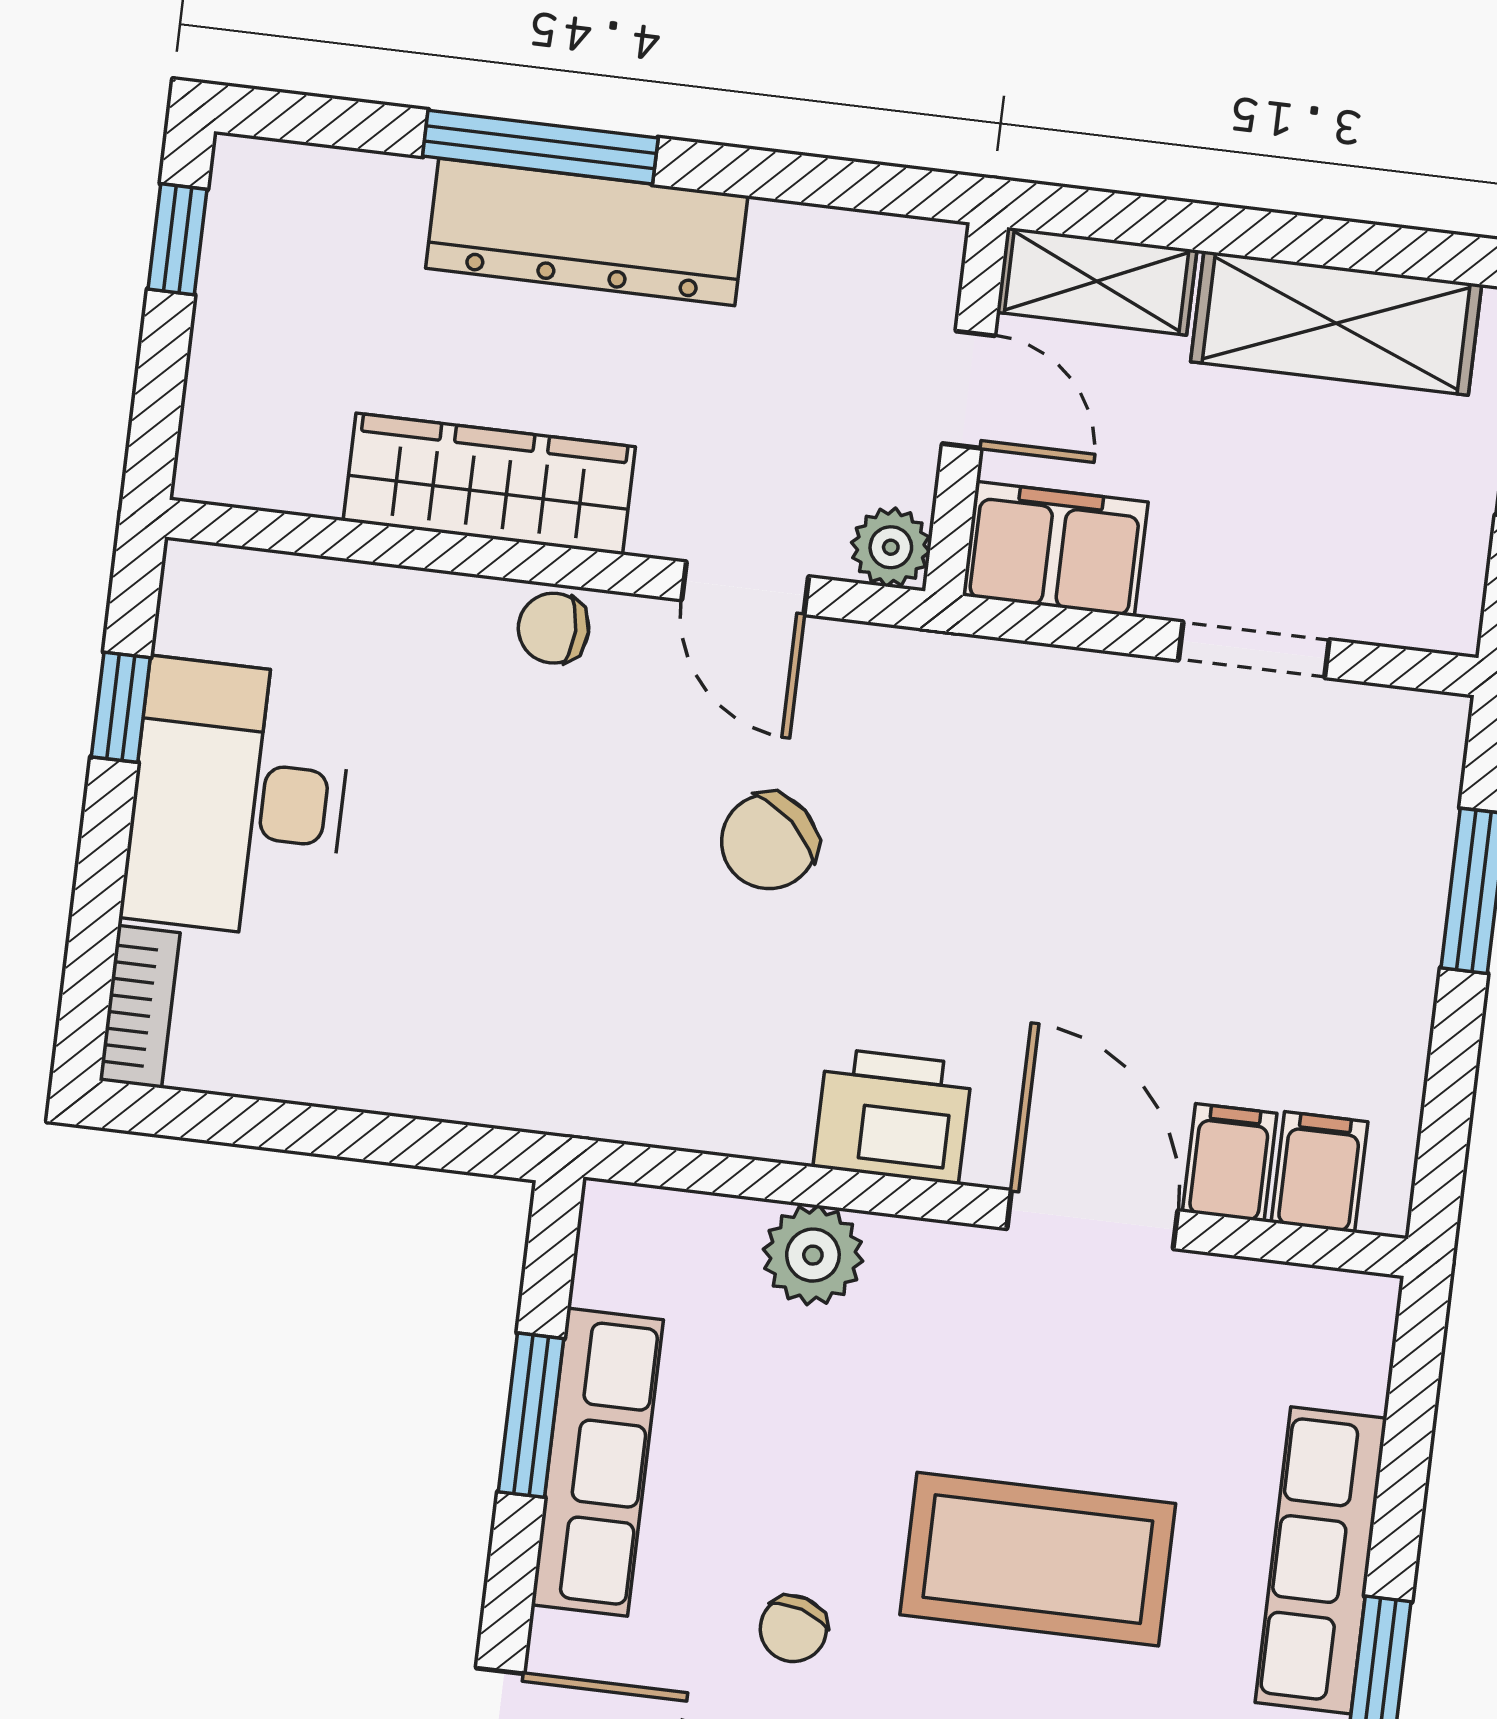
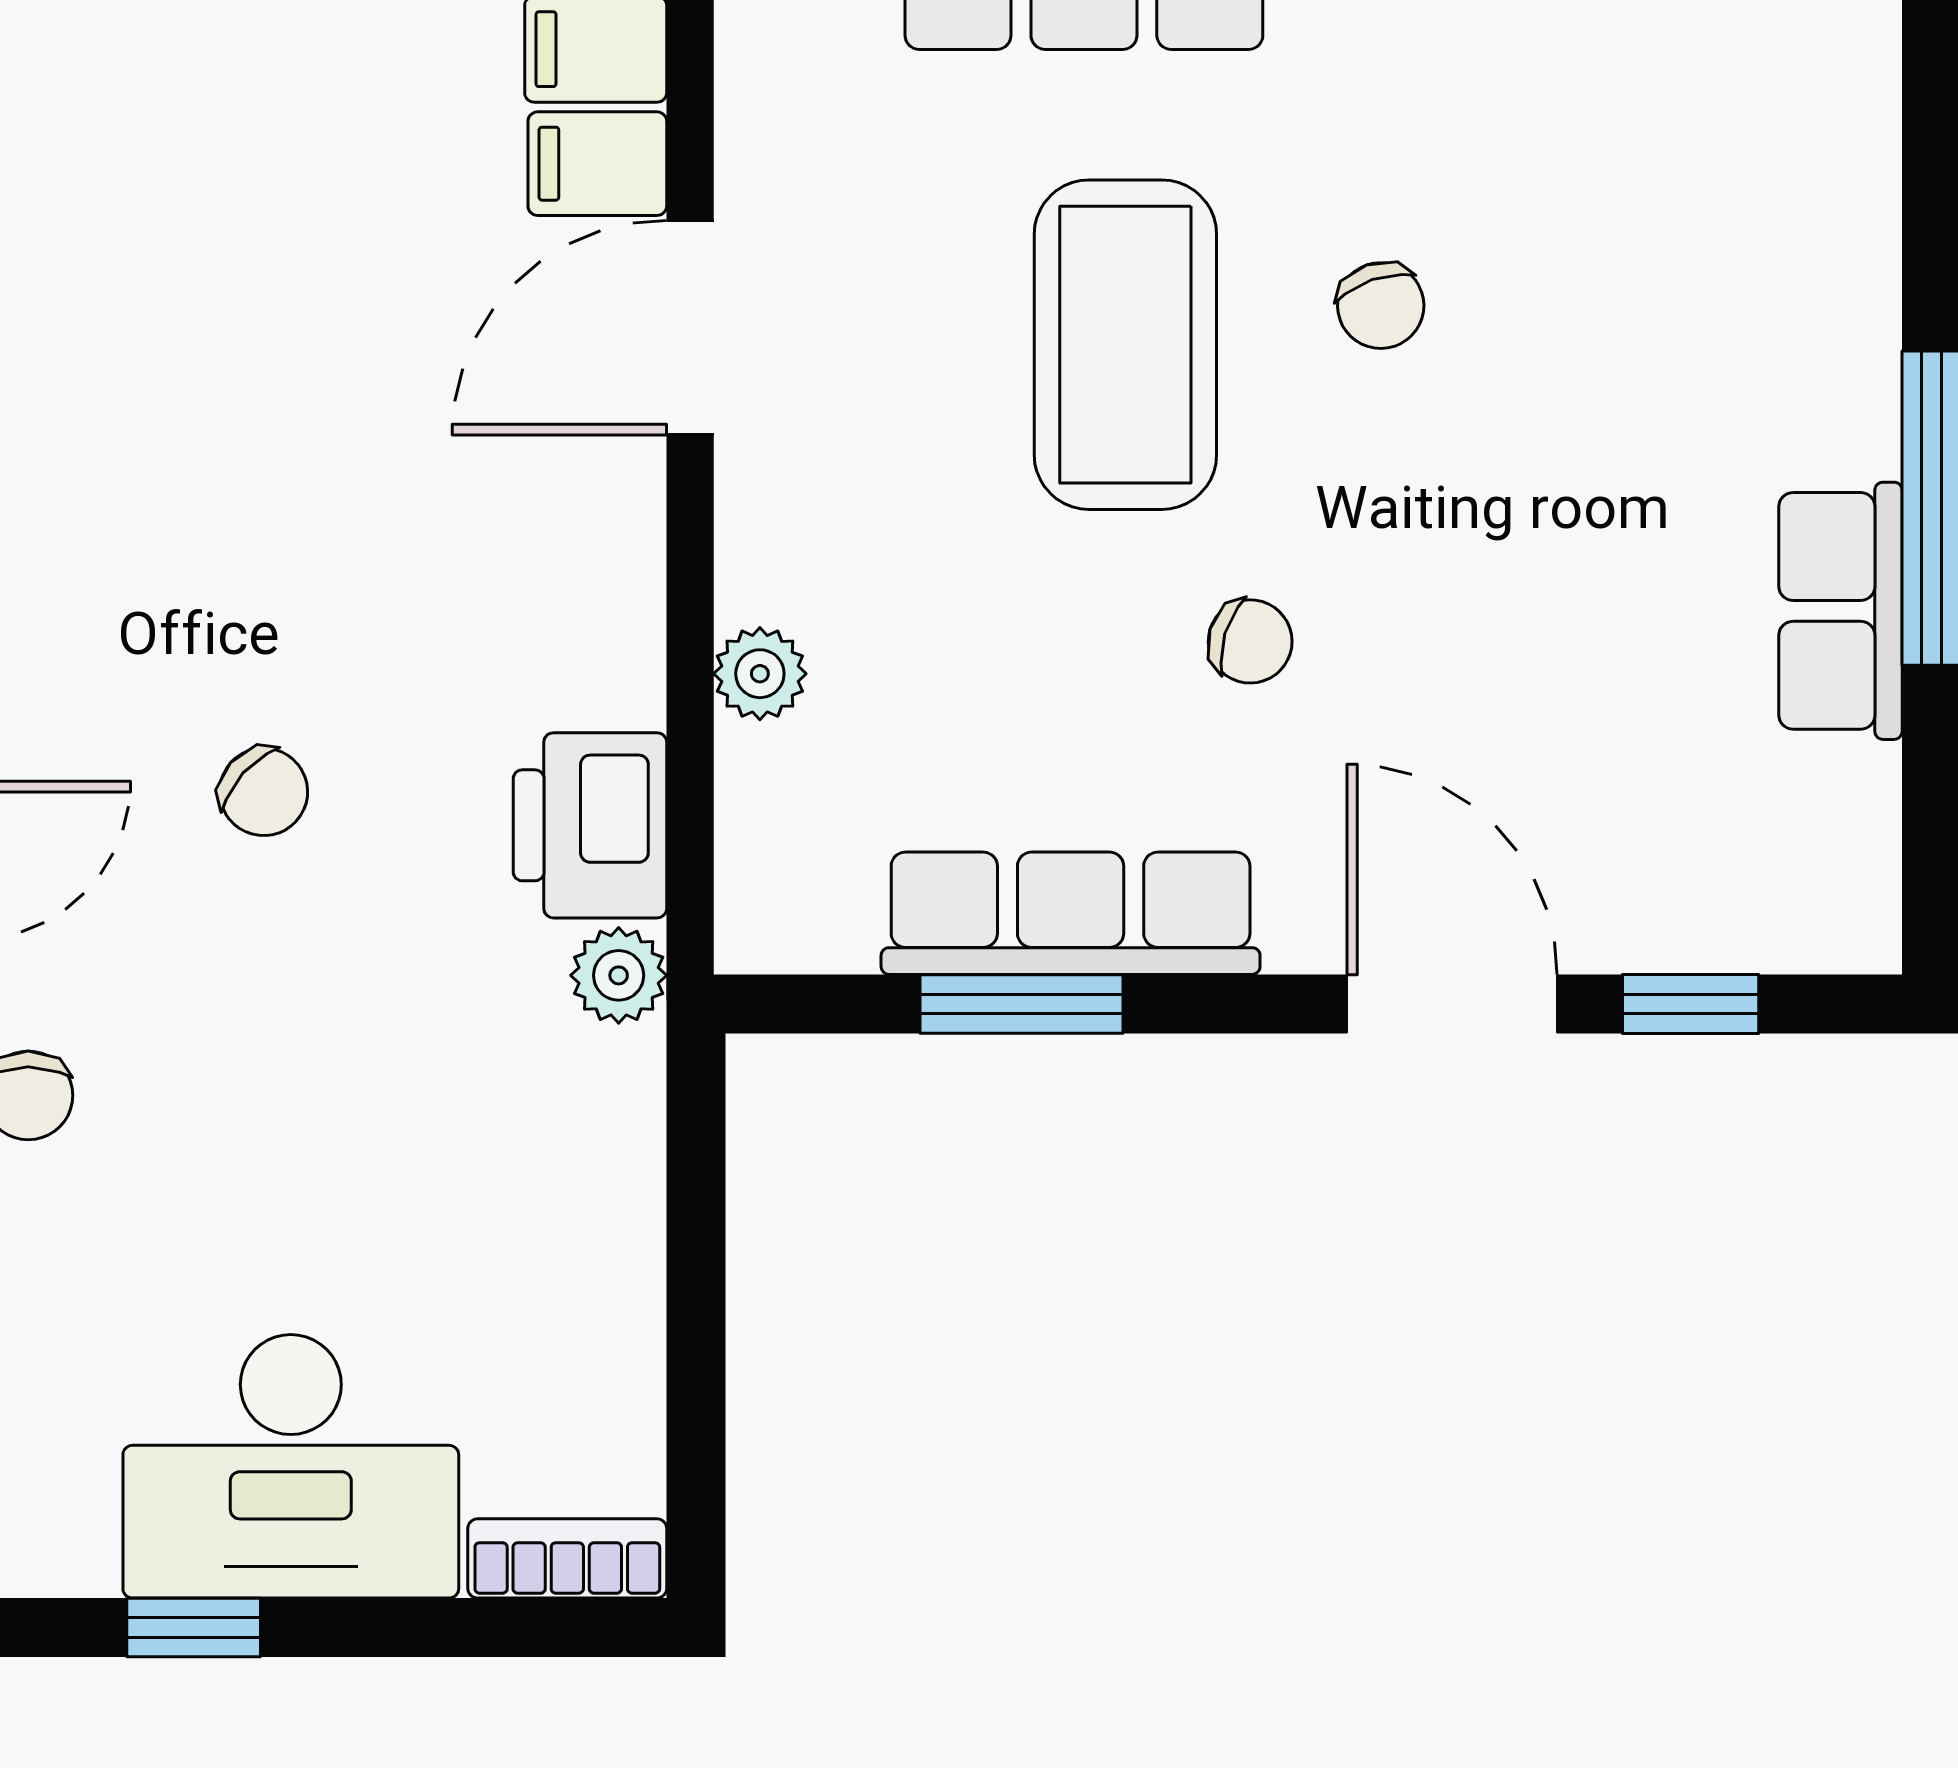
chair: (769, 841) -> (264, 792), width x0.73, depth x0.73
plant: (592, 1102) -> (619, 975), added
printer: (893, 1116) -> (590, 825), moved
plant: (813, 1255) -> (760, 674), width x0.73, depth x0.73

